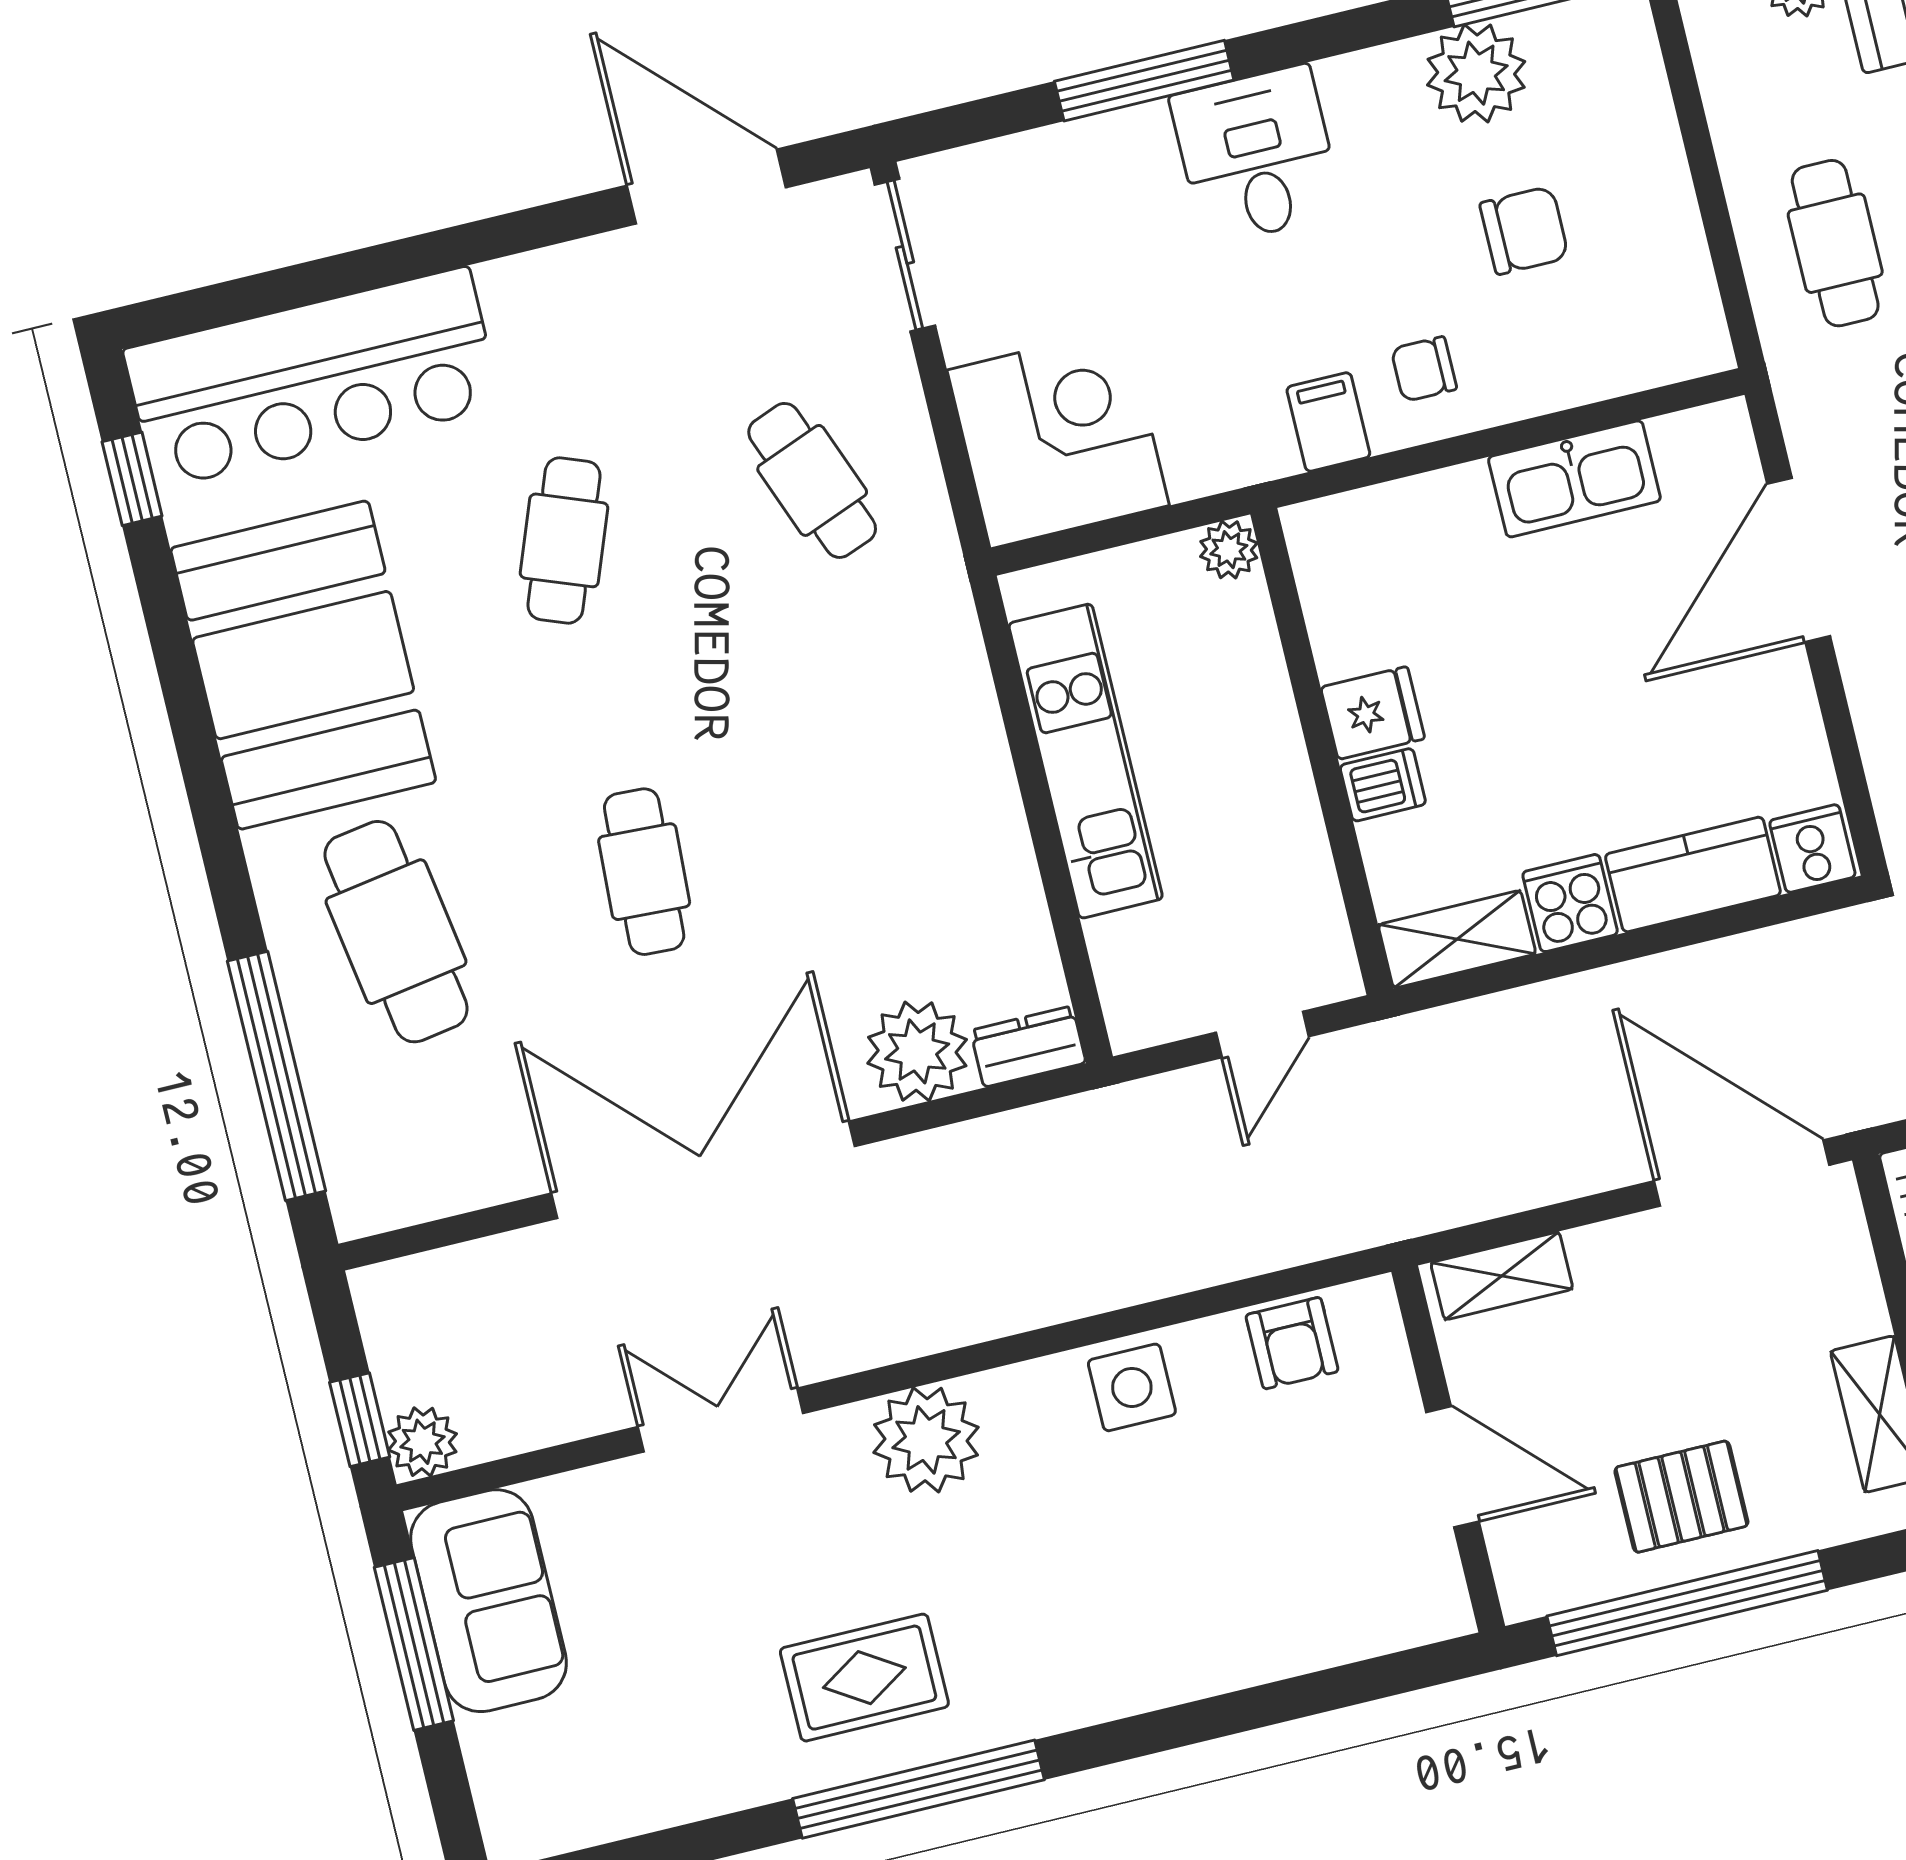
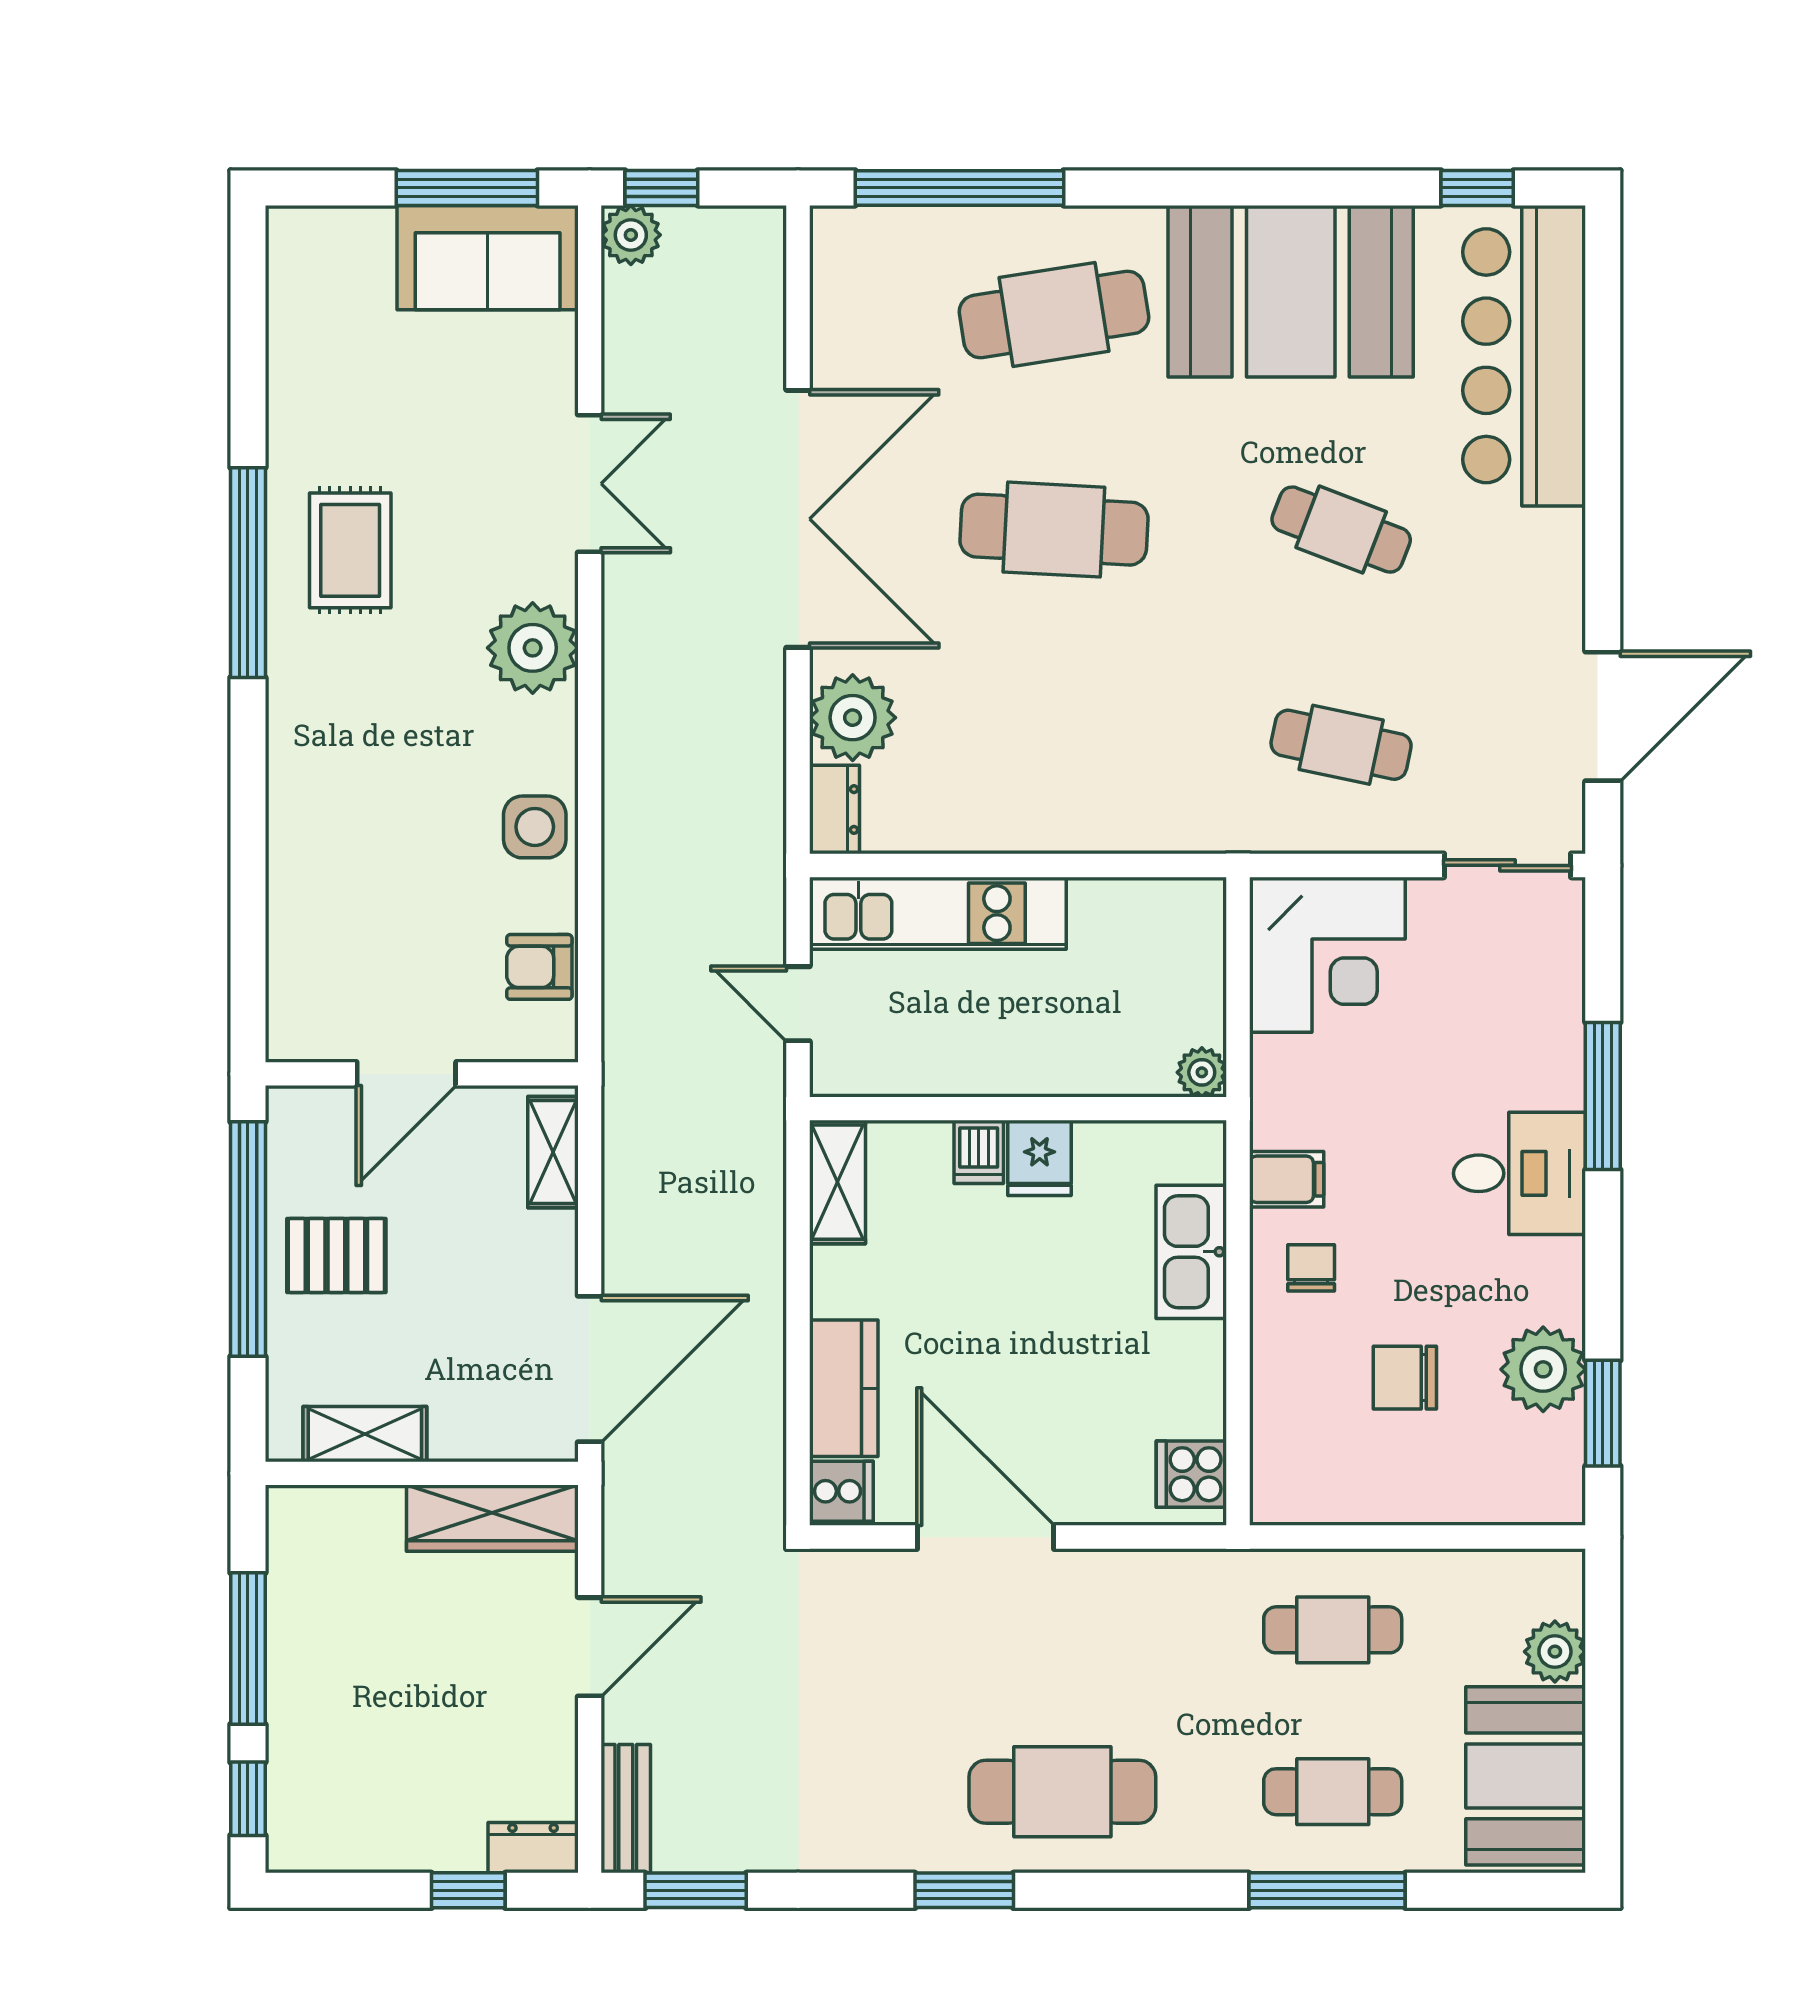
chair: (1524, 230) -> (1405, 1378), turned 90
kitchen sink: (1574, 479) -> (1191, 1252), moved
cafe table: (812, 480) -> (1341, 745), turned 33
door: (1799, 560) -> (985, 1537), moved
kitchen unit: (1086, 761) -> (938, 913), moved
cafe table: (644, 872) -> (1054, 530), width x1.37, depth x1.35
cooker: (1570, 903) -> (1191, 1474), moved, turned 180
pallet: (1681, 1497) -> (336, 1255), turned 90

